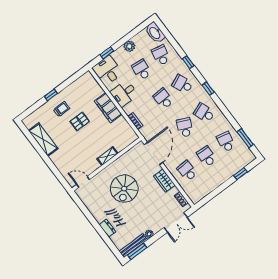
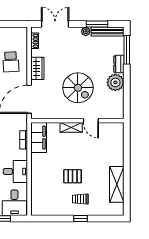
filing cabinet: (108, 108) -> (39, 138), moved
door: (83, 182) -> (91, 121), moved
spiral stairs: (124, 189) -> (78, 88), turned 90
plant: (100, 213) -> (115, 82), added
window: (109, 243) -> (127, 50), added
window: (137, 251) -> (97, 24), moved

